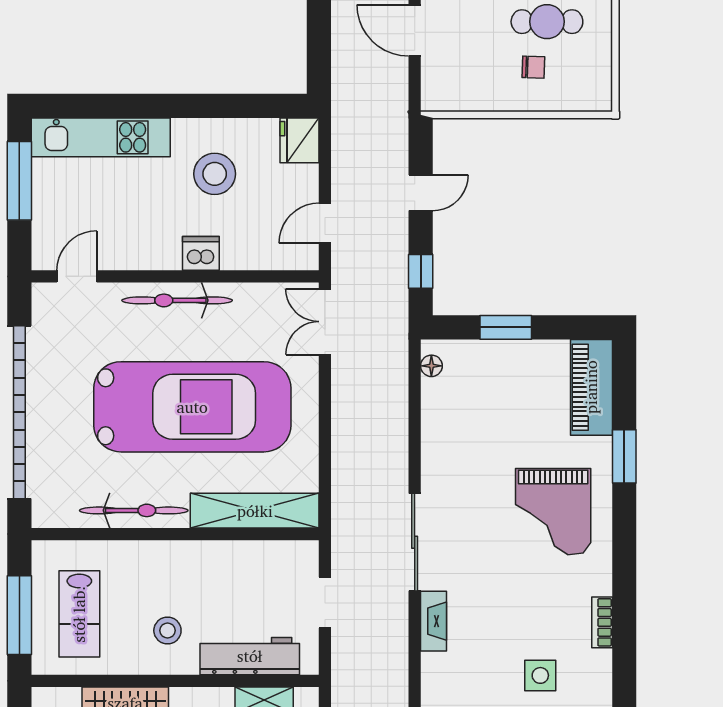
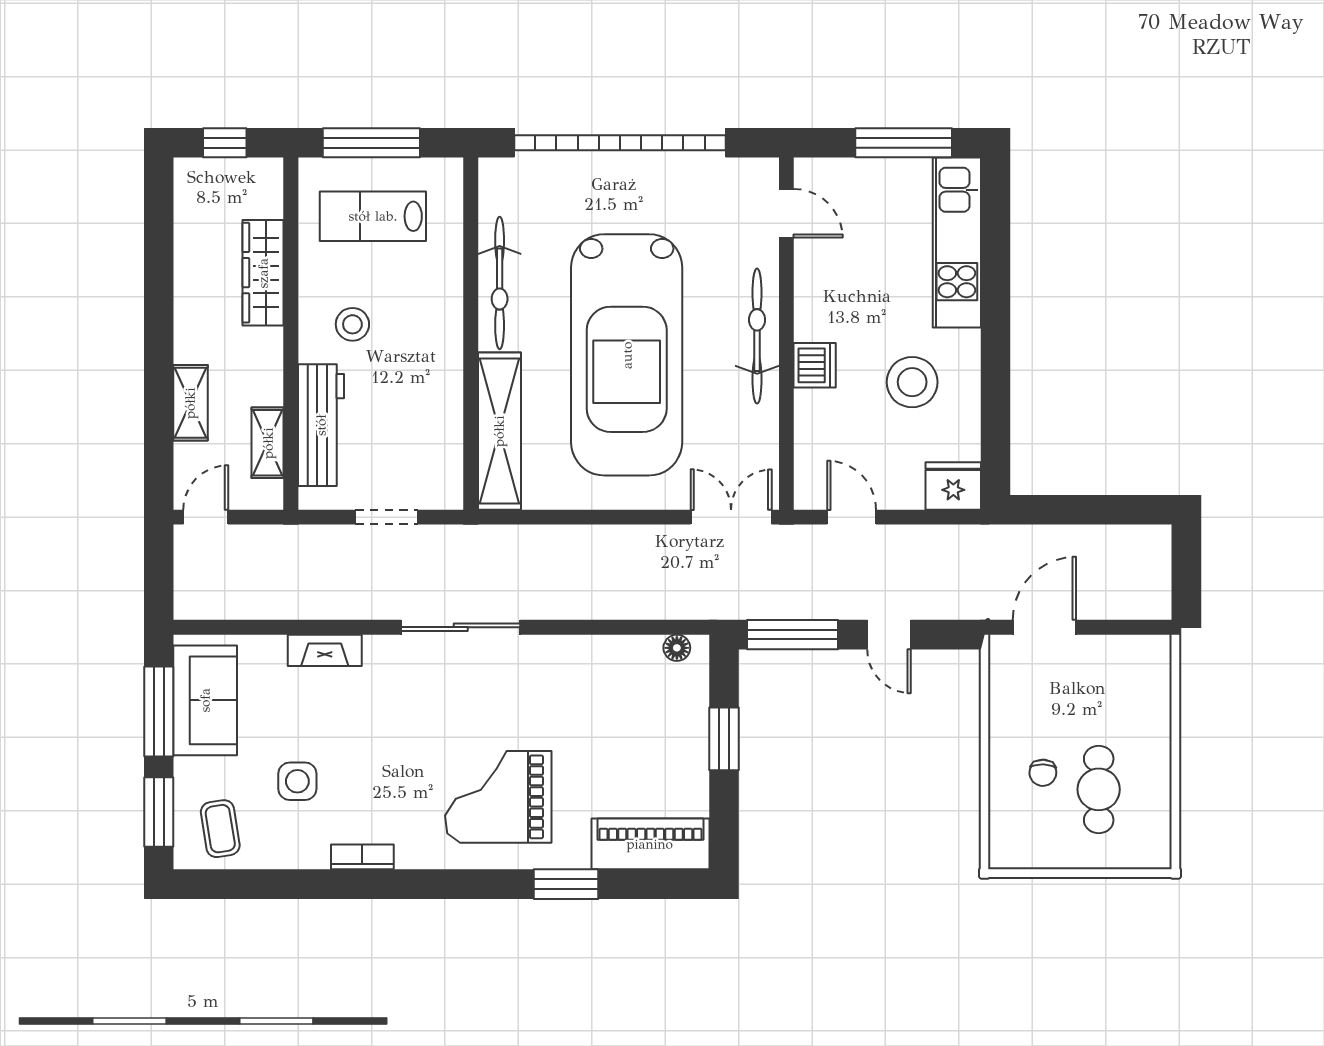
door: (415, 30) -> (1044, 627), moved
window: (421, 271) -> (793, 635), width x2.17
fireplace: (433, 621) -> (325, 650), moved

